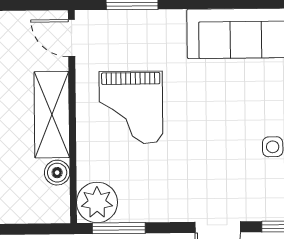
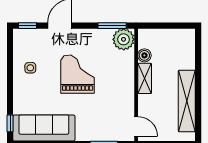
grand piano: (131, 107) -> (78, 74), moved
shelving: (52, 115) -> (145, 78), width x0.67, depth x0.75

